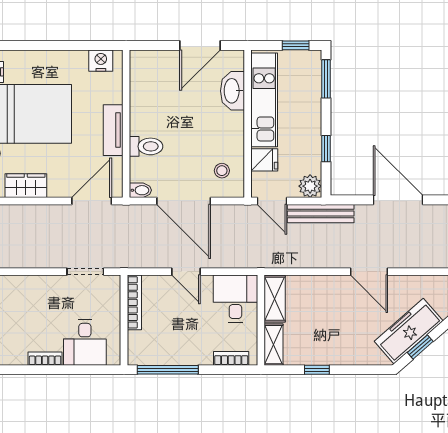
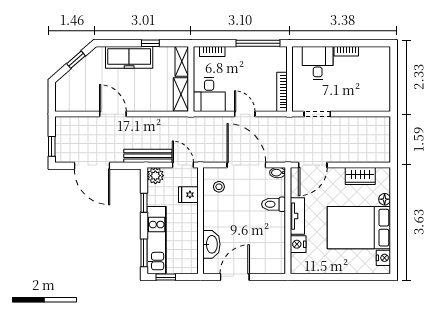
nightstand: (101, 61) -> (298, 244), moved, turned 90
kitchen unit: (264, 100) -> (157, 240), moved, turned 180
freezer: (409, 331) -> (129, 57), moved, turned 41

